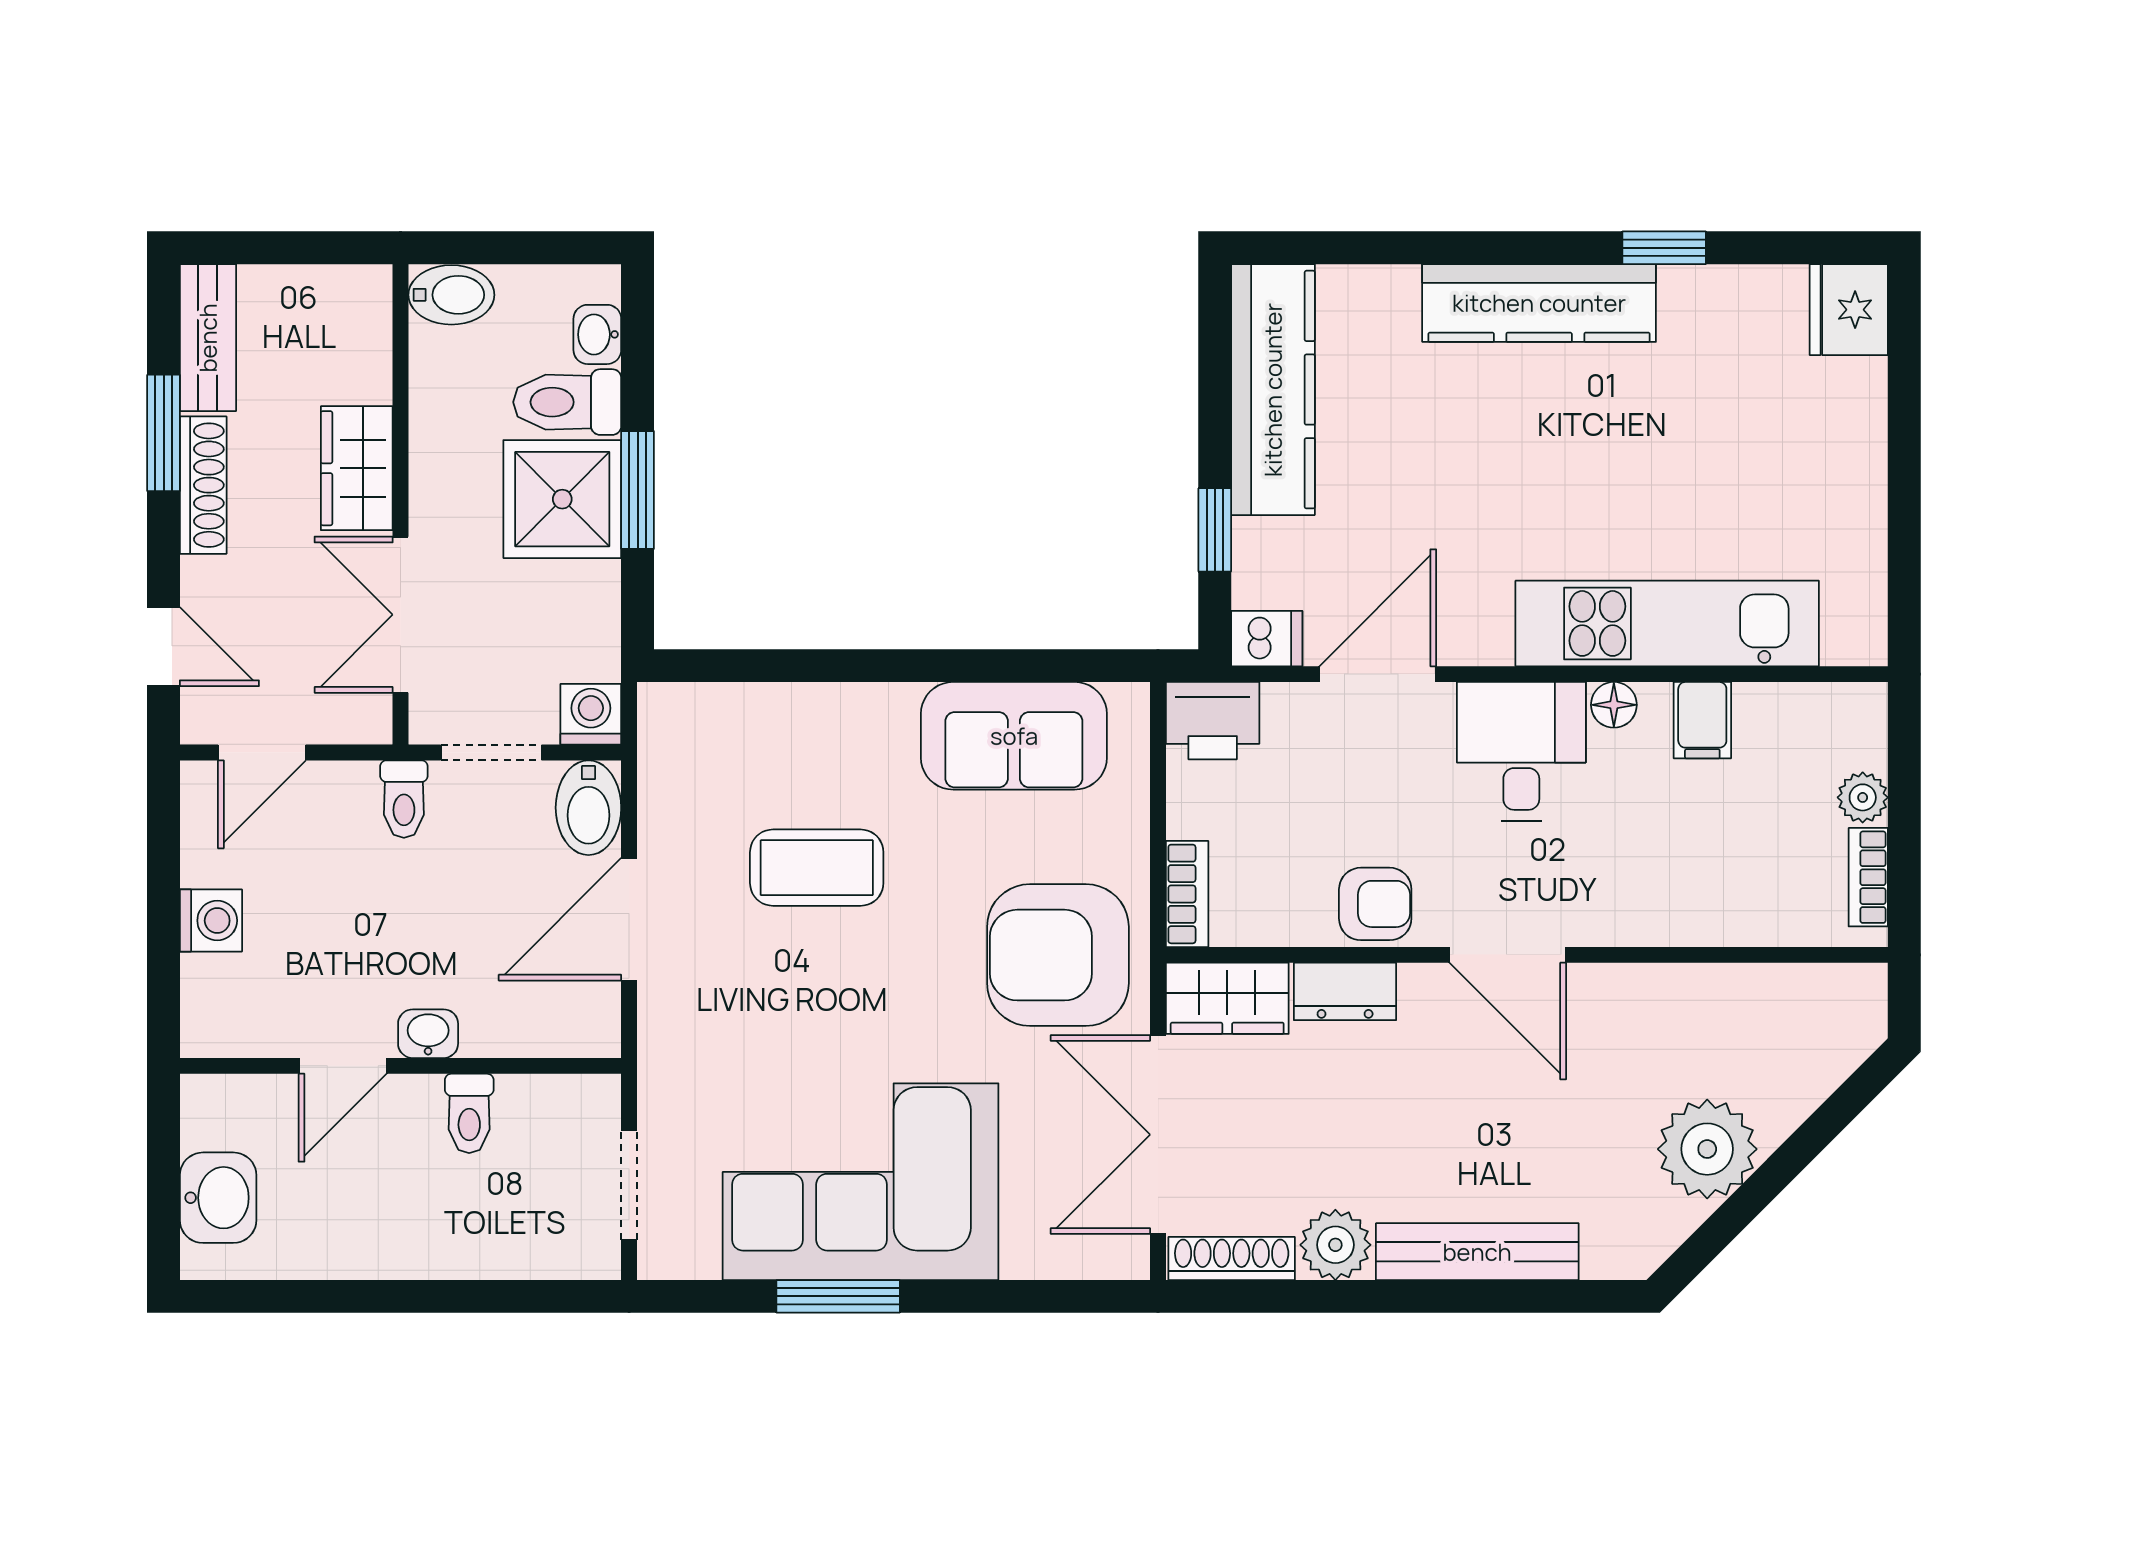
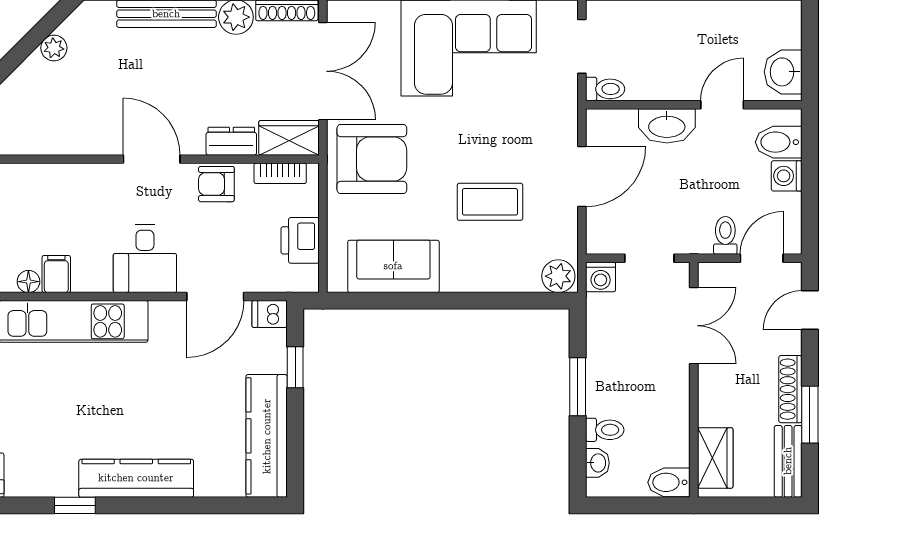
toilet: (567, 402) -> (605, 430), width x0.73, depth x0.72
wardrobe: (357, 468) -> (715, 458), moved
shower: (562, 499) -> (615, 382), removed
door: (164, 647) -> (810, 310), hinge flipped
floor lamp: (1614, 705) -> (28, 282), moved
plant: (677, 716) -> (558, 276), added
printer: (1213, 721) -> (300, 240), moved, turned -90
toilet: (404, 799) -> (725, 235), moved
bidet: (588, 808) -> (779, 142), moved, turned -90
bookcase: (1187, 894) -> (280, 173), moved, turned -90
washbasin: (428, 1034) -> (667, 126), width x1.91, depth x1.45
toilet: (469, 1113) -> (605, 89), moved, turned 90
plant: (1707, 1149) -> (54, 48), width x0.53, depth x0.53
washbasin: (218, 1198) -> (783, 72), moved

